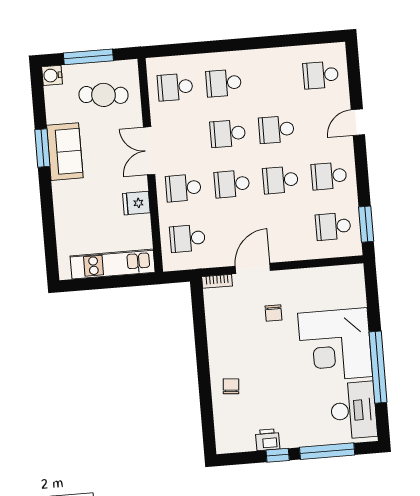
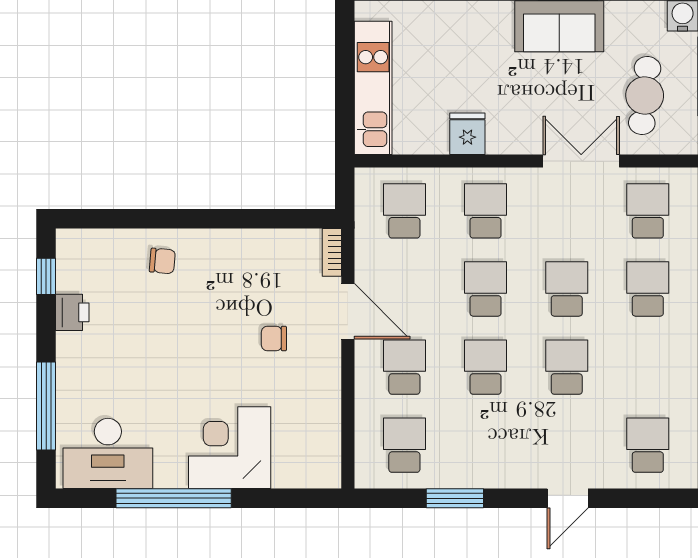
door: (358, 122) -> (568, 498), swing flipped
double door: (149, 151) -> (581, 161), moved
school desk: (329, 176) -> (404, 367), moved
window: (366, 224) -> (455, 498), moved
corner desk: (335, 345) -> (230, 448), width x0.74, depth x0.74
window: (278, 455) -> (46, 276), moved

